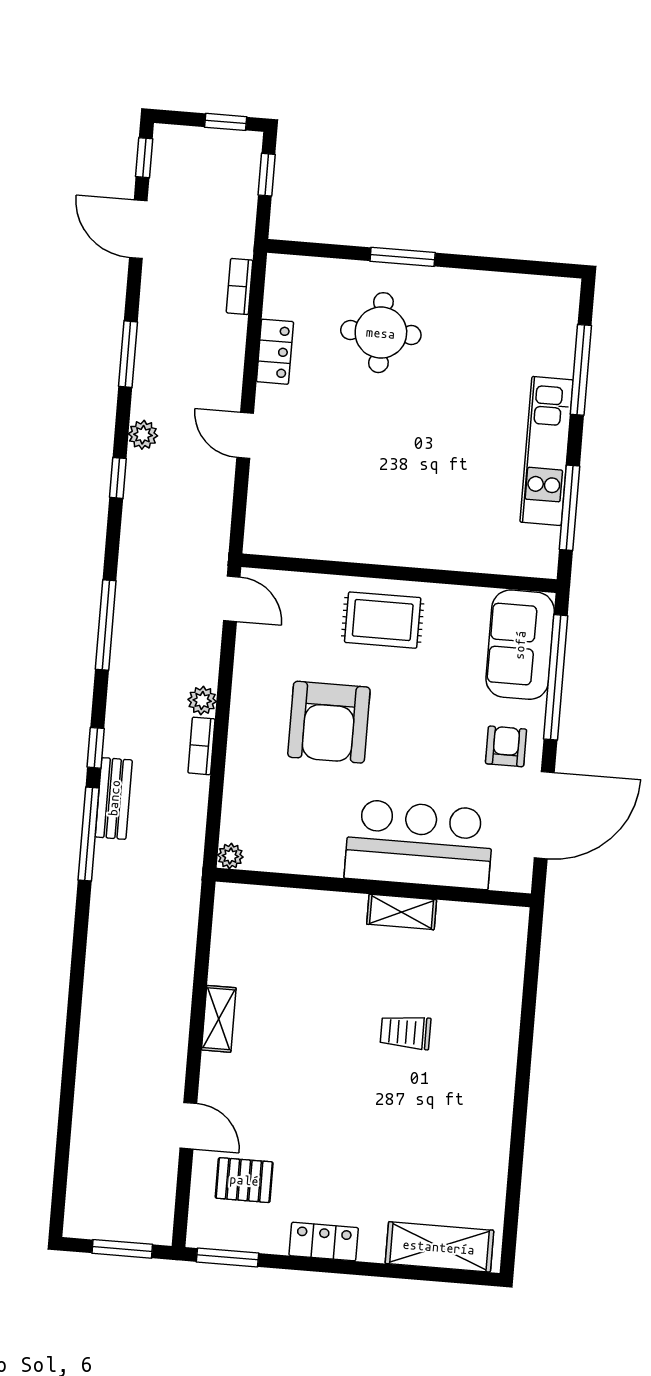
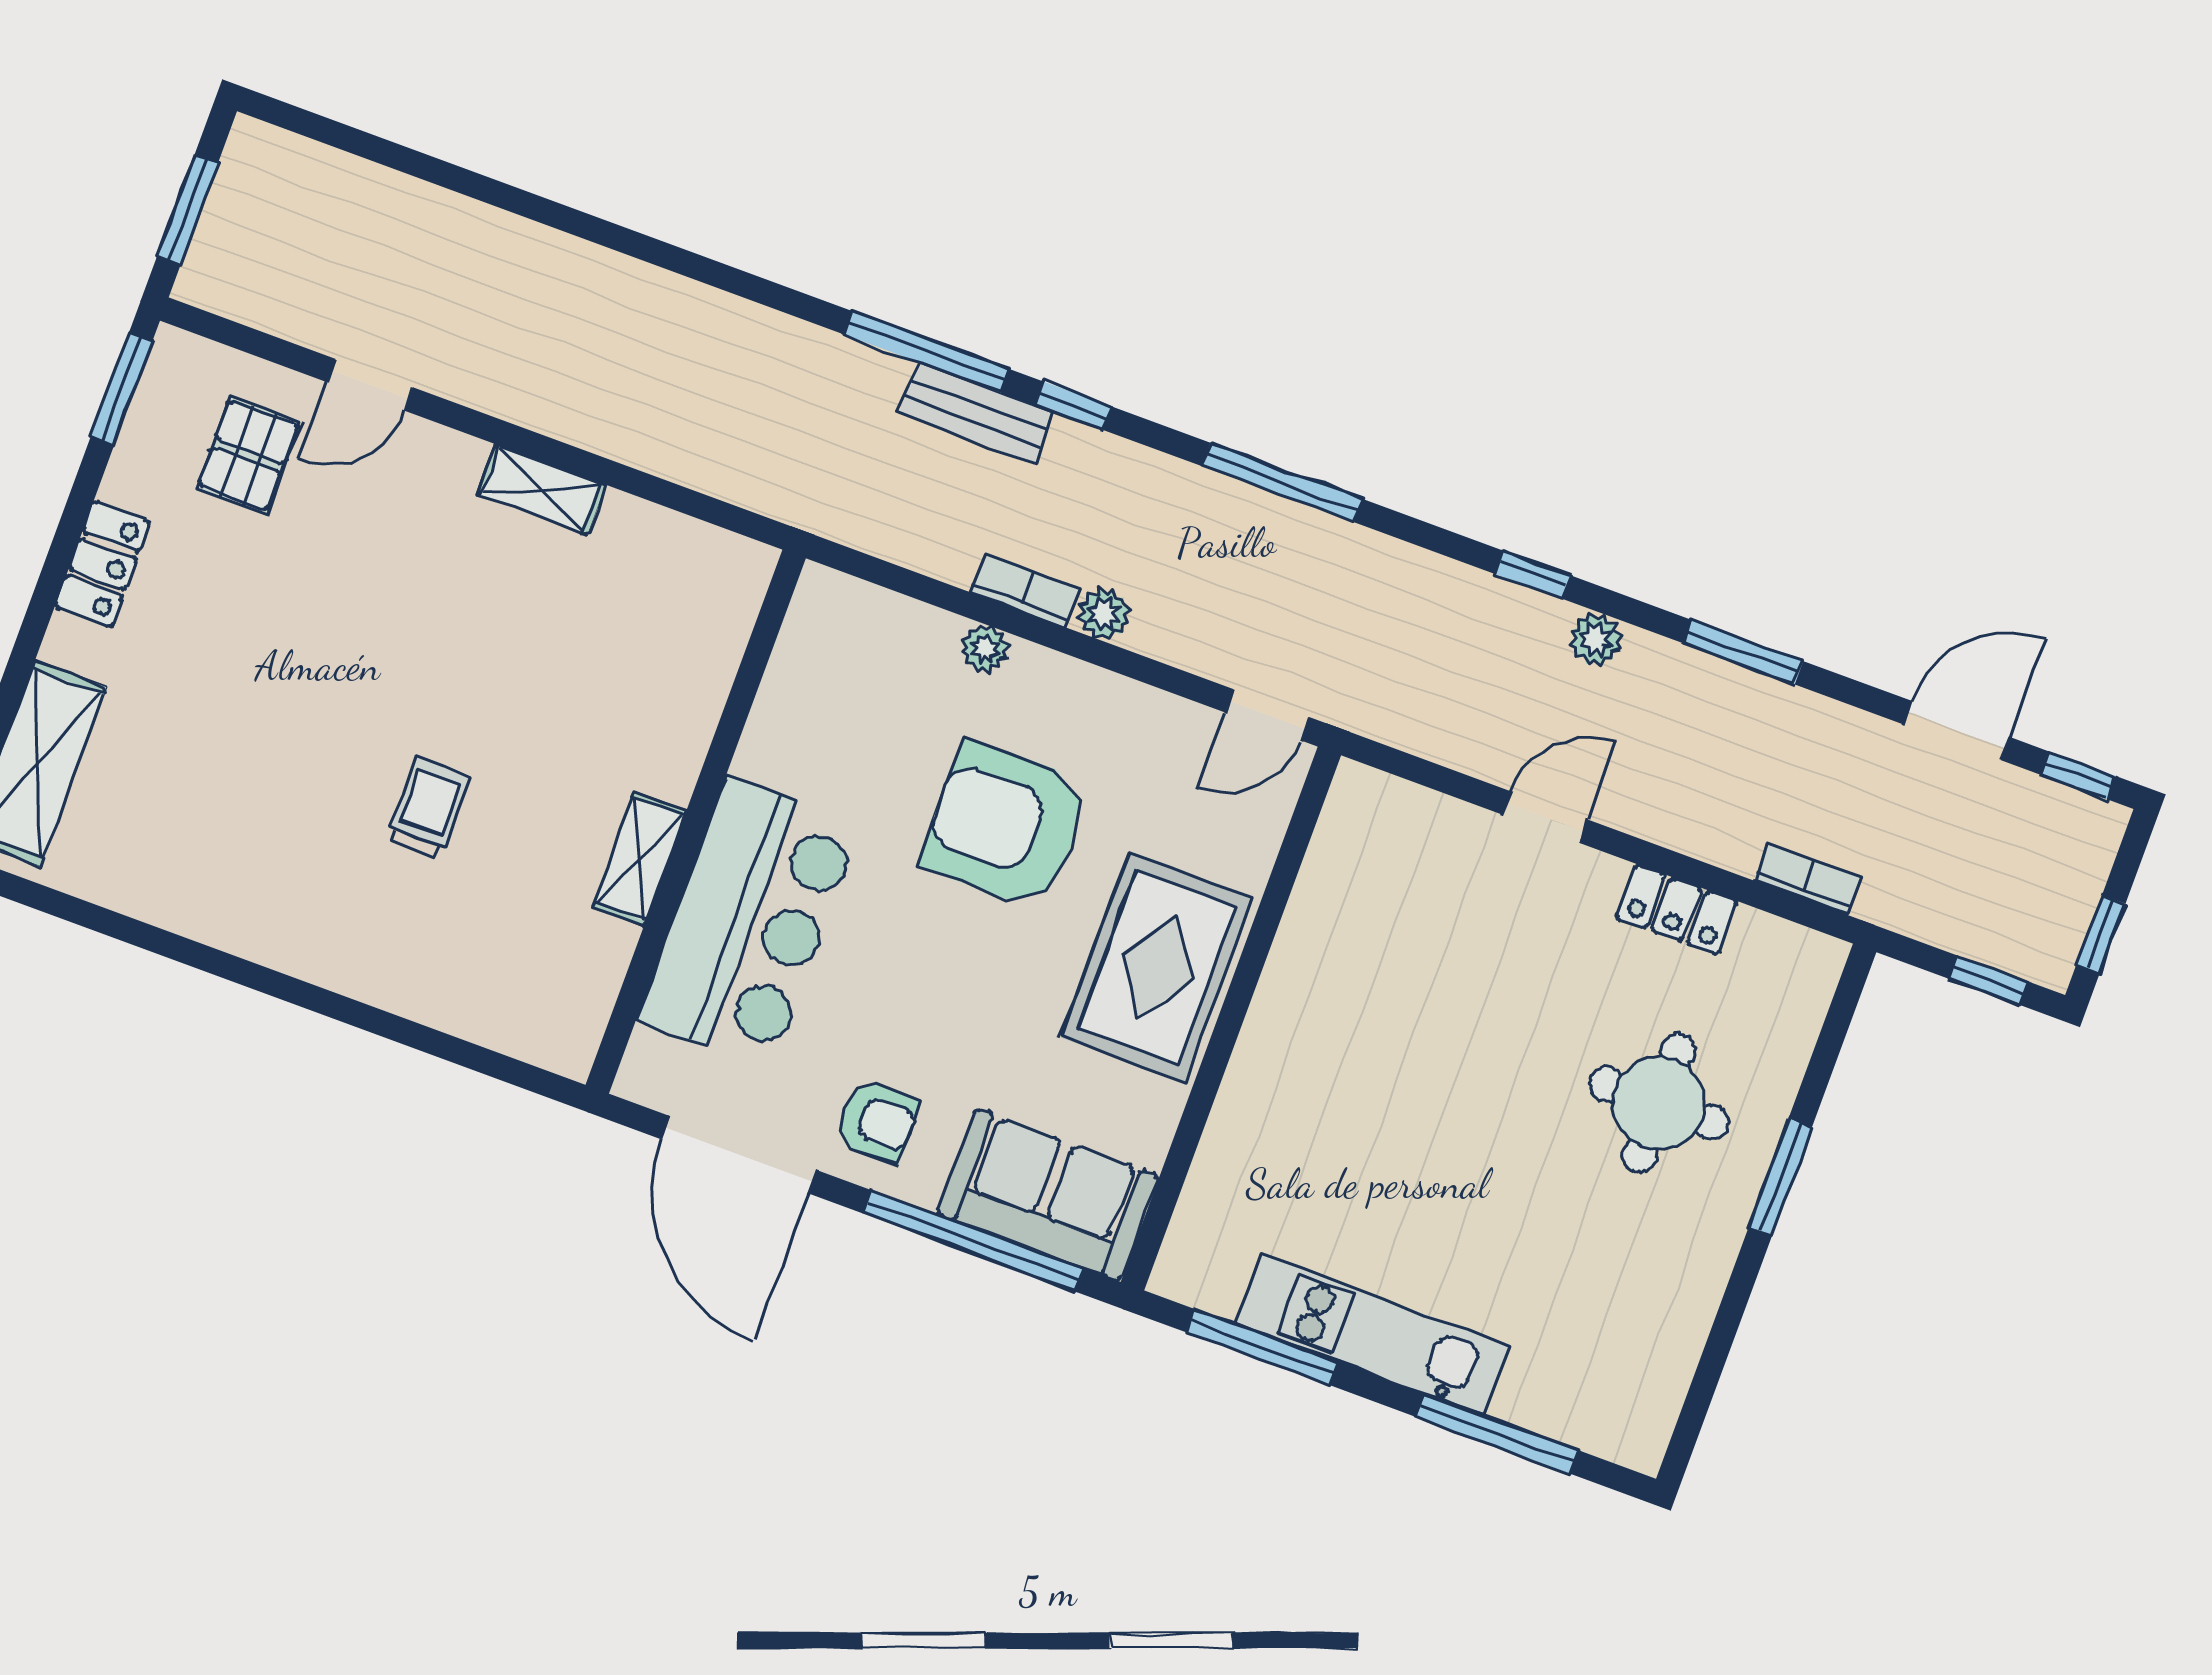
rug: (383, 620) -> (1157, 967), width x1.36, depth x1.43
plant: (230, 856) -> (985, 649), moved

